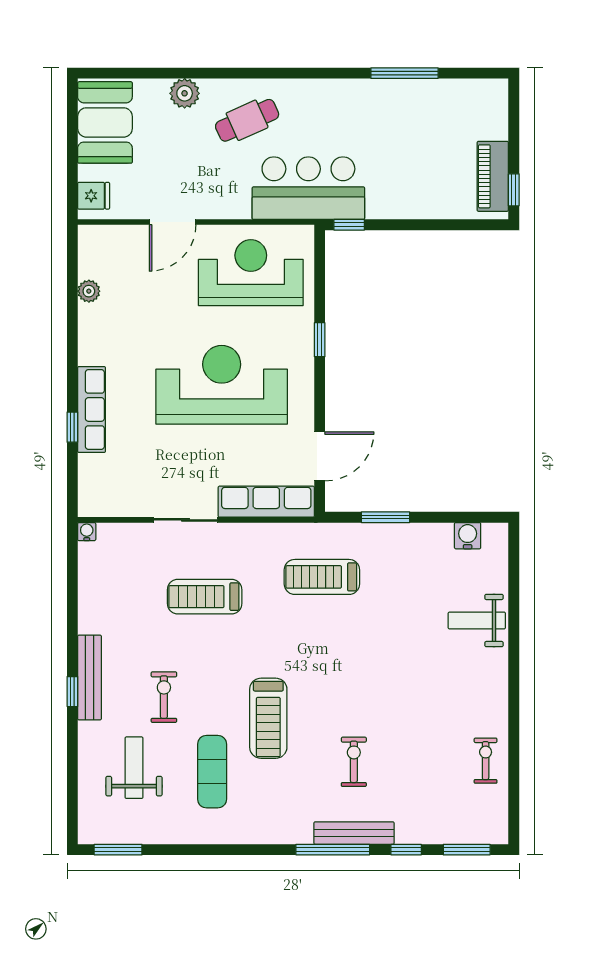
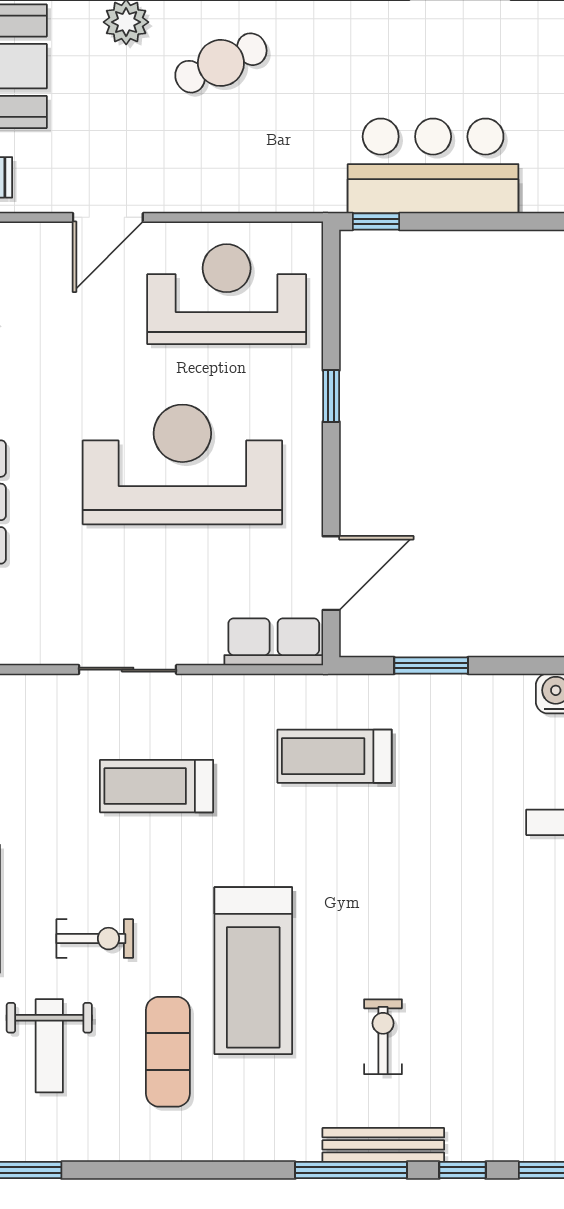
bar counter: (308, 188) -> (433, 166), moved
row of seats: (266, 502) -> (274, 642), width x0.68
exercise bike: (164, 697) -> (95, 939), turned 90
treadmill: (268, 718) -> (253, 971), width x1.37, depth x1.38
weight bench: (134, 768) -> (49, 1046), turned 180

